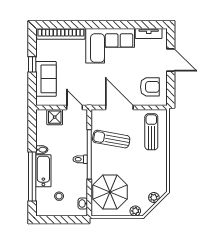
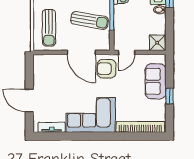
armchair: (150, 87) -> (107, 69), moved
door: (75, 108) -> (127, 52), hinge flipped
shower: (55, 117) -> (157, 43), moved

